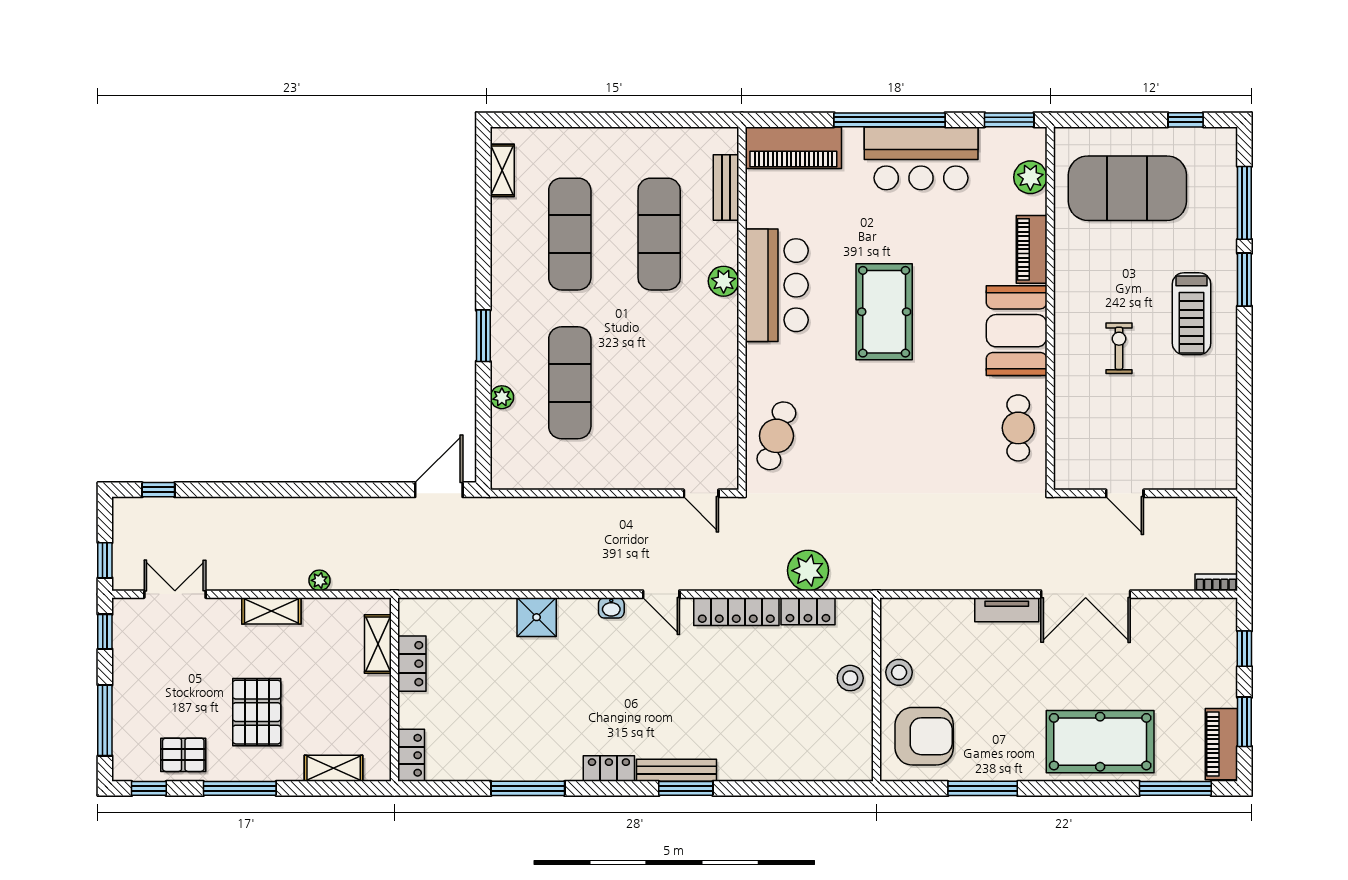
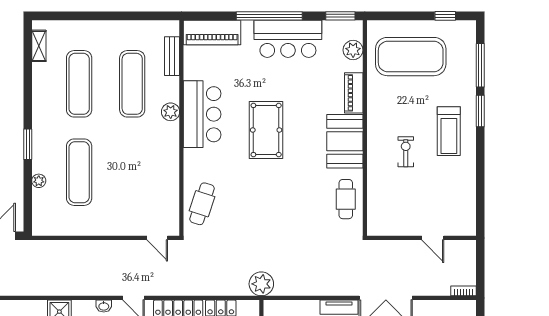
door: (1125, 493) -> (433, 238), moved
plant: (808, 571) -> (261, 284), moved

